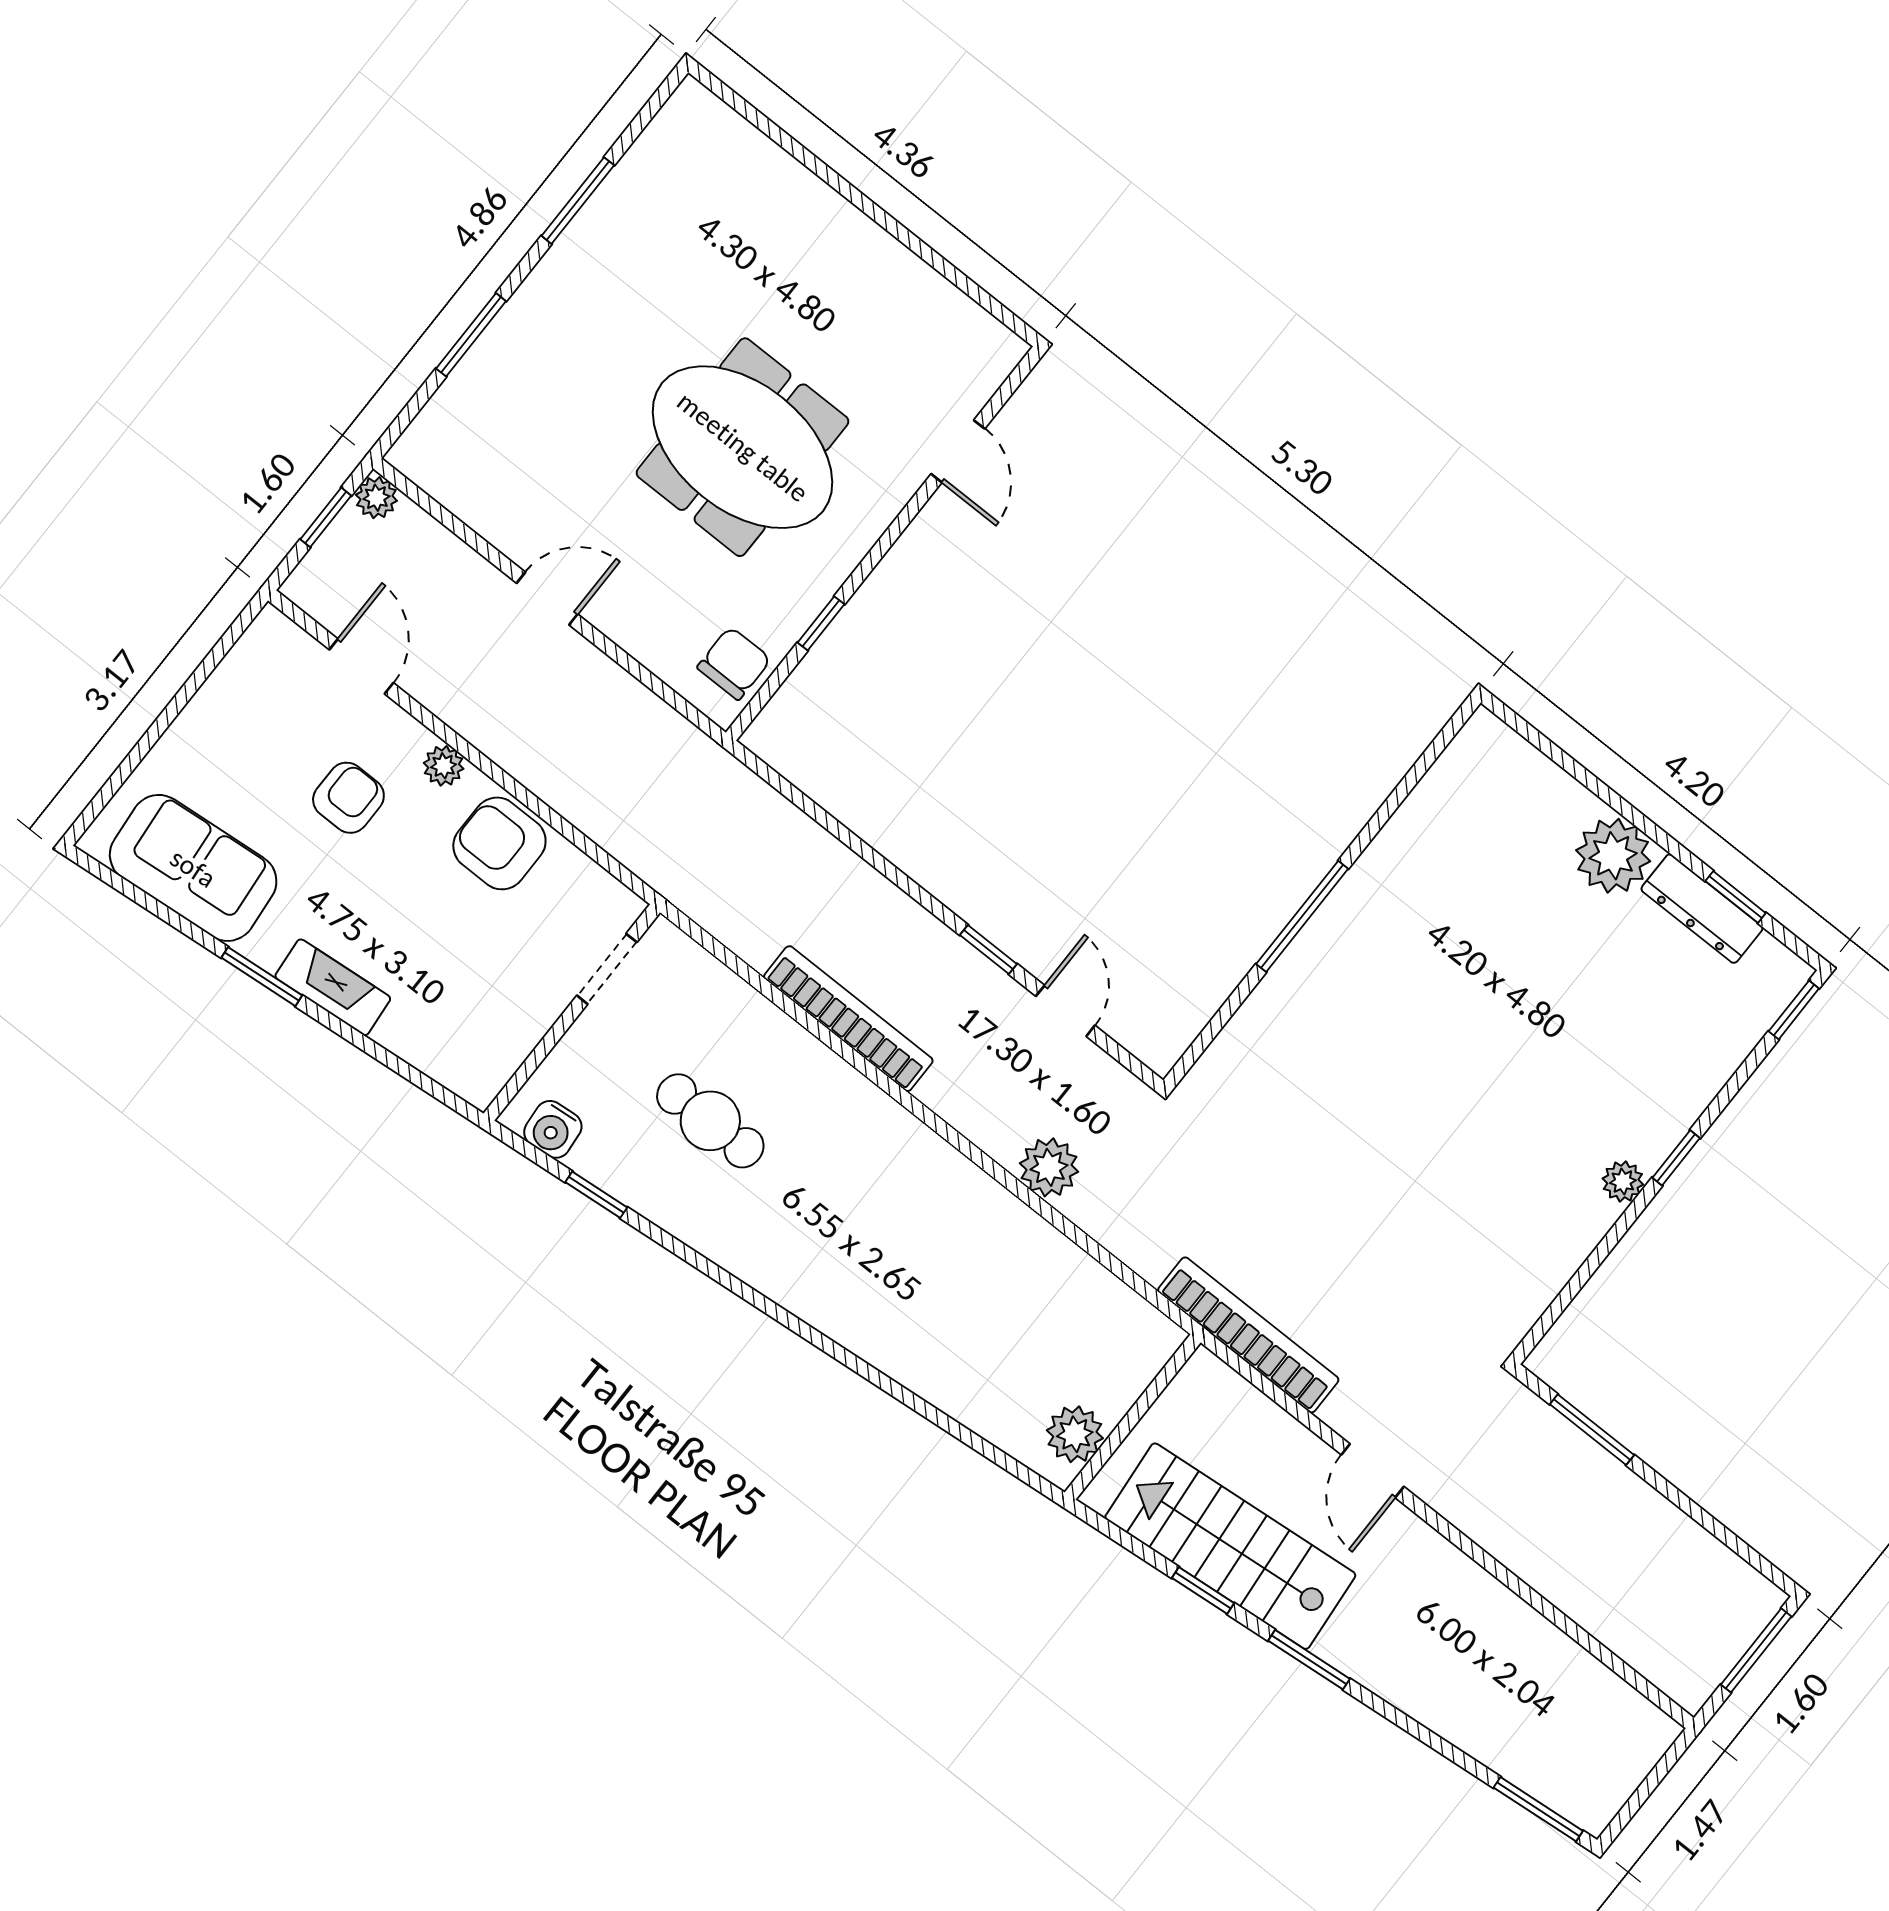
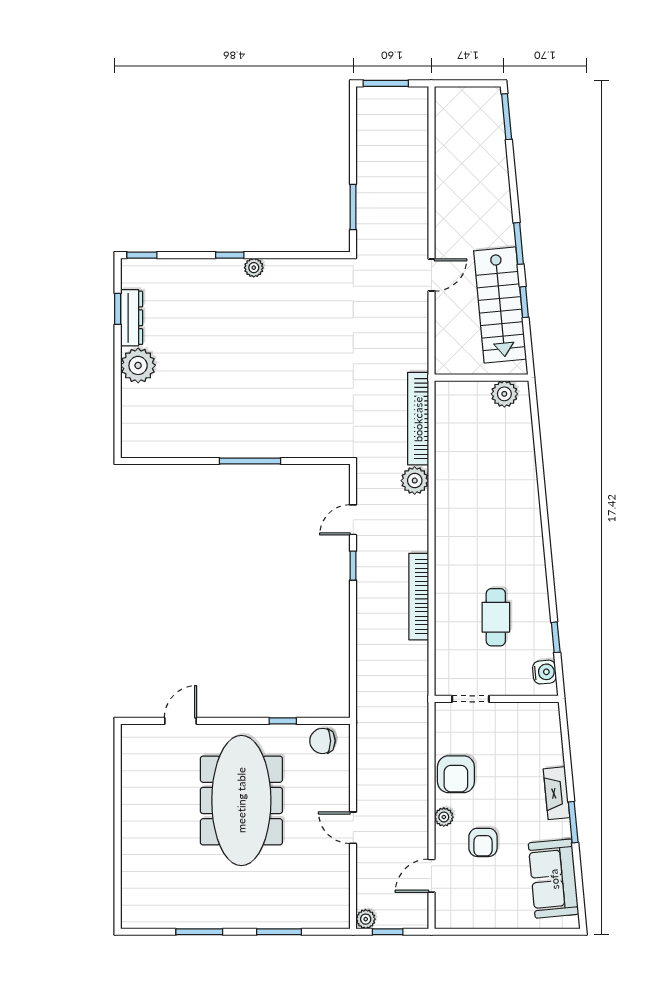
meeting table: (743, 447) -> (241, 800), width x1.36
armchair: (348, 798) -> (483, 842), turned -90
bookcase: (1248, 1335) -> (418, 419), moved

